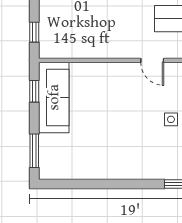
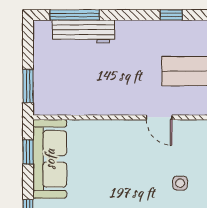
window: (34, 32) -> (28, 86), width x1.50

